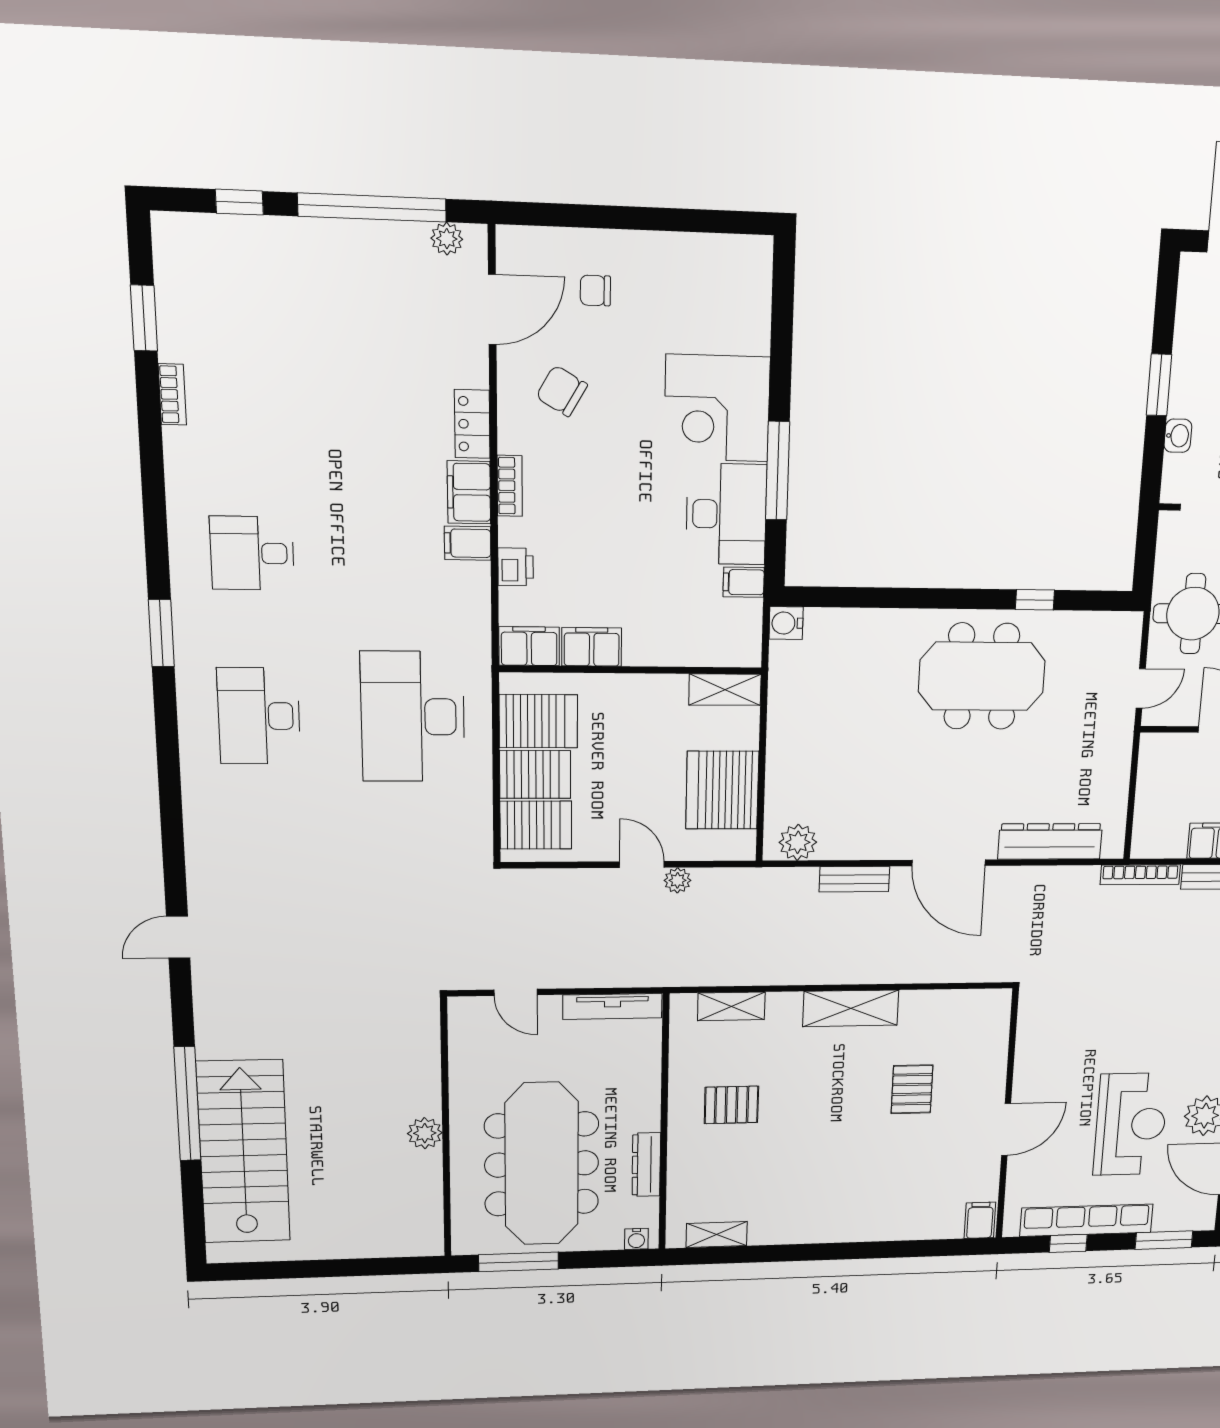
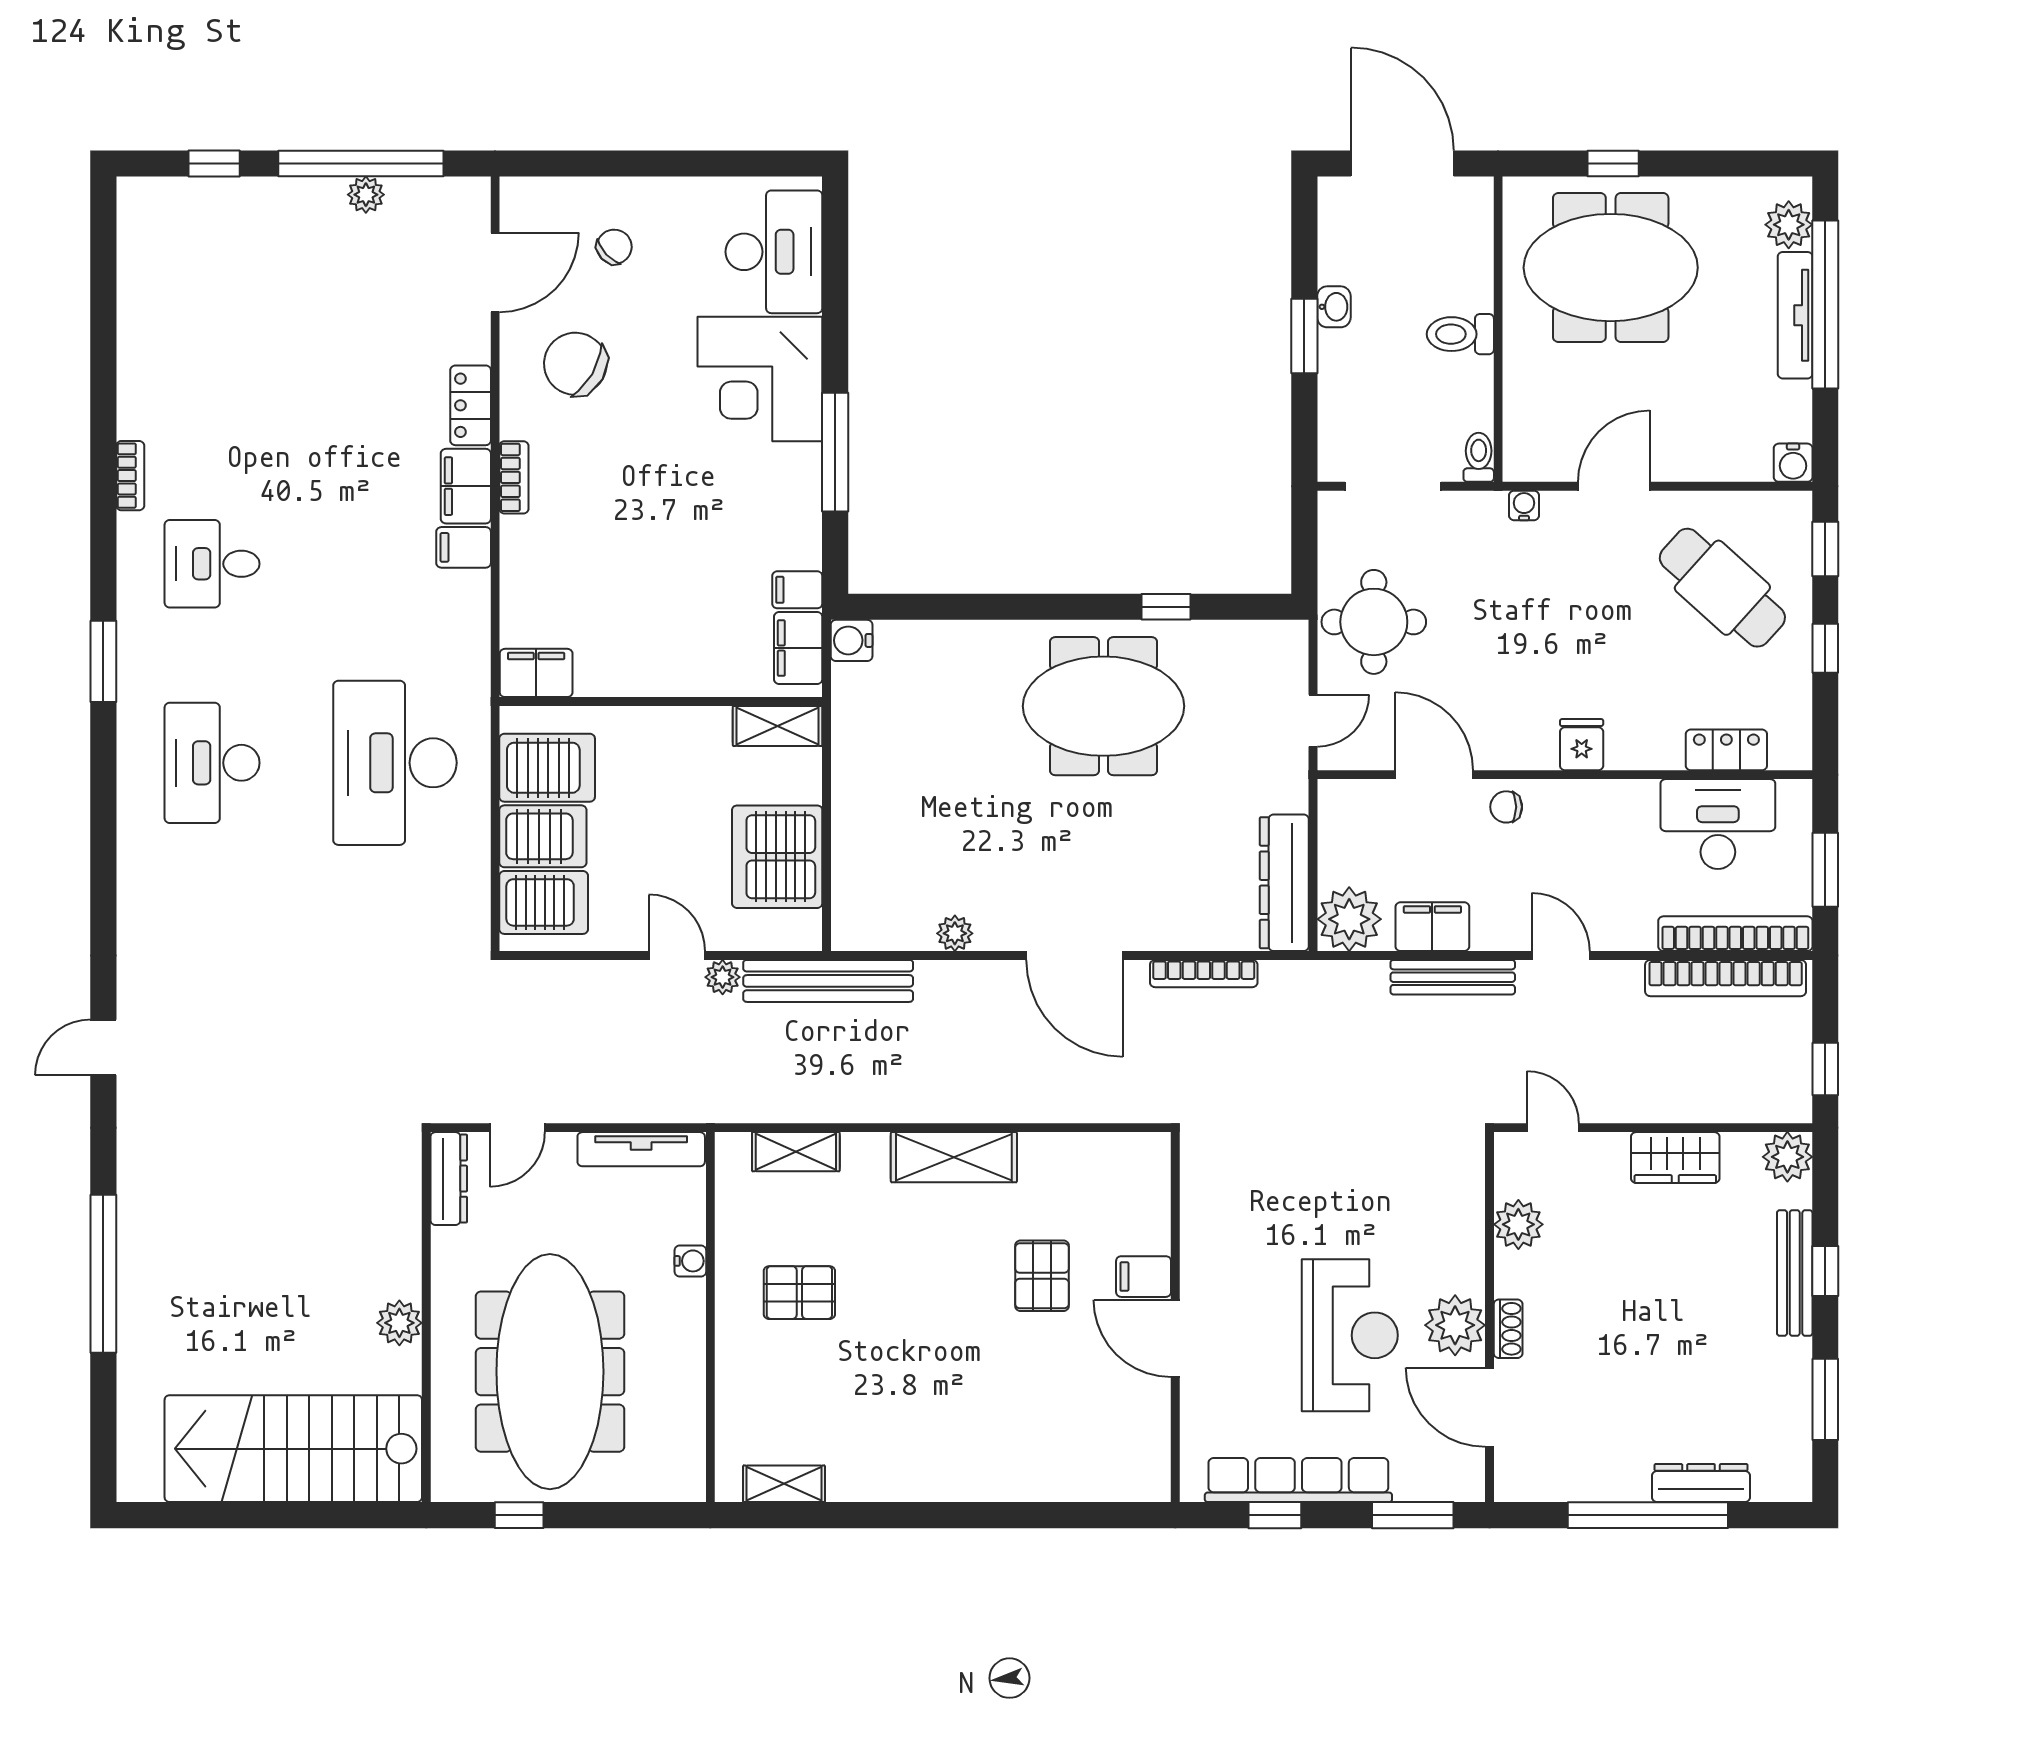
plant: (447, 239) -> (366, 195), moved
chair: (595, 290) -> (614, 247), turned 137
window: (144, 318) -> (103, 295), removed
chair: (562, 391) -> (575, 364), width x1.37, depth x1.37
bookcase: (172, 394) -> (130, 476), moved
washbasin: (1178, 436) -> (1334, 307), moved
desk: (726, 514) -> (774, 252), moved
printer: (516, 567) -> (520, 575), removed
filing cabinet: (592, 647) -> (798, 648), moved, turned -90
plant: (1155, 836) -> (1349, 919), added
dresser: (1050, 841) -> (1284, 883), moved, turned -90
plant: (798, 842) -> (955, 933), moved, width x0.73, depth x0.73
bookcase: (1140, 875) -> (1204, 974), moved
bench: (854, 879) -> (828, 981), moved, width x1.86, depth x1.21
door: (516, 992) -> (517, 1128), hinge flipped
door: (1006, 1129) -> (1175, 1339), swing flipped
stairs: (244, 1152) -> (293, 1449), moved, turned -90
dresser: (646, 1165) -> (449, 1179), moved, turned 180
filing cabinet: (980, 1220) -> (1144, 1277), moved, turned -90
water cooler: (636, 1239) -> (690, 1261), moved, turned -90
window: (519, 1262) -> (519, 1515), width x0.46

